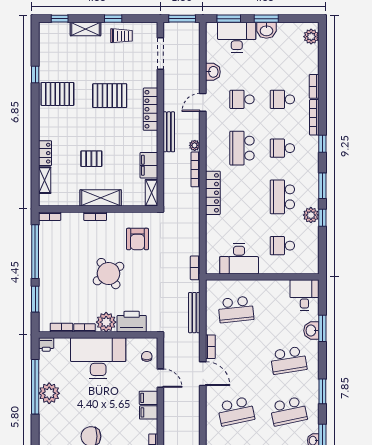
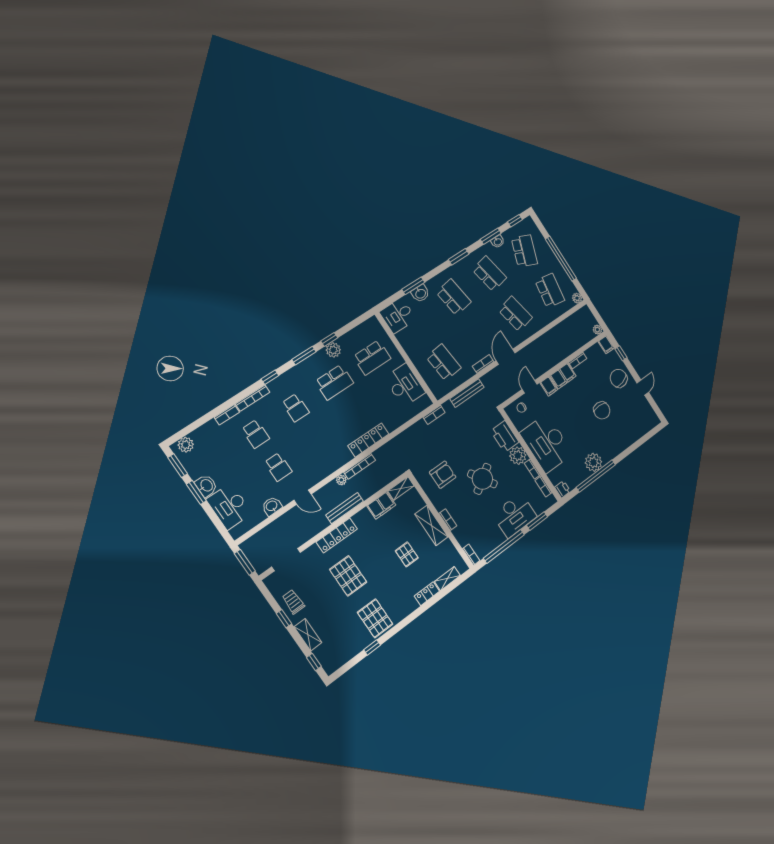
window: (229, 19) -> (178, 466), moved
school desk: (242, 148) -> (318, 440), removed
school desk: (282, 246) -> (372, 357), width x1.85
desk: (55, 281) -> (515, 515), added
filing cabinet: (149, 412) -> (563, 376), width x2.00

